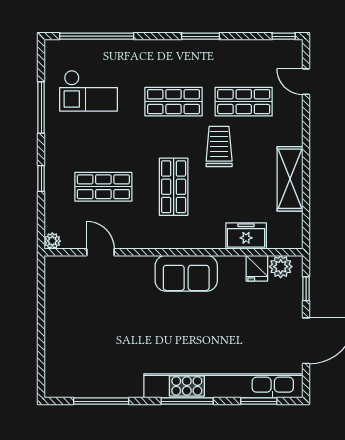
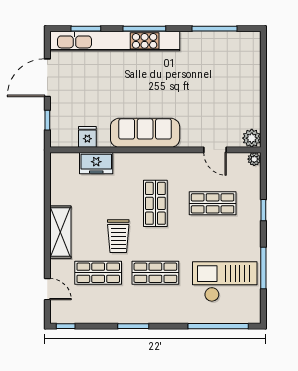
checkout: (89, 91) -> (225, 282), width x1.36, depth x1.21
shelving: (290, 179) -> (60, 232), moved
plant: (281, 267) -> (252, 138), moved
sofa: (186, 273) -> (145, 133), width x1.36

